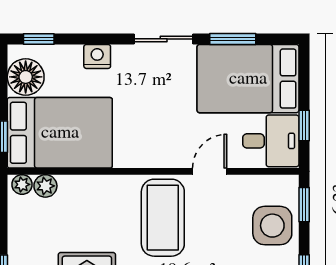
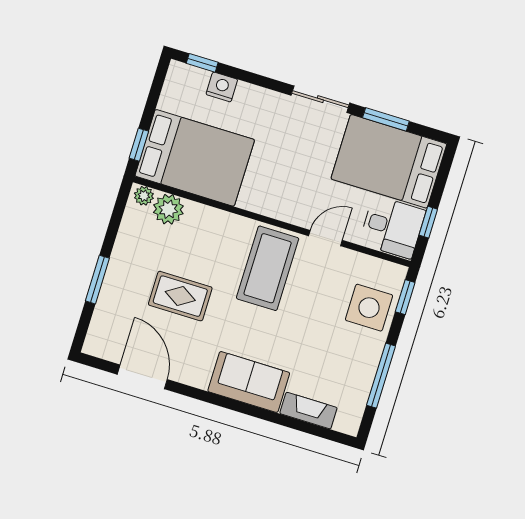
nightstand: (97, 56) -> (222, 87), moved
floor lamp: (26, 77) -> (179, 95), removed
plant: (45, 186) -> (168, 209), width x1.38, depth x1.38

